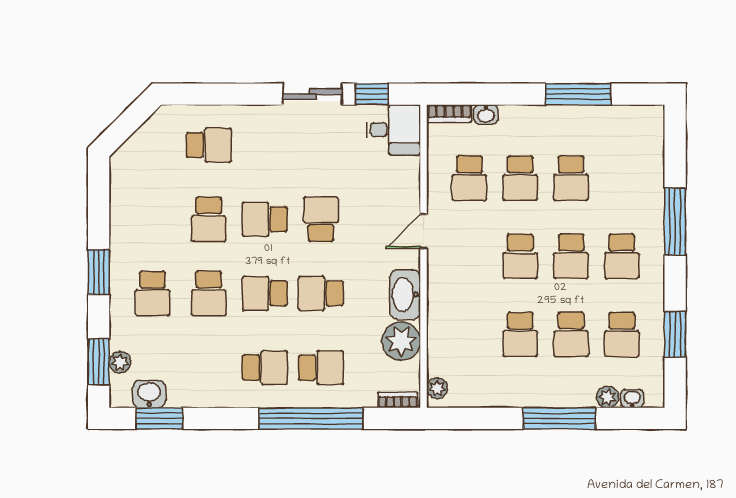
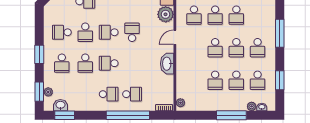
school desk: (321, 293) -> (62, 32), moved
plant: (401, 341) -> (166, 14), moved

